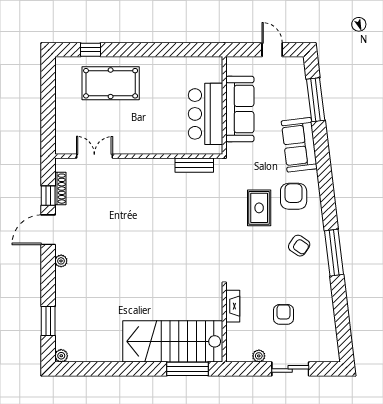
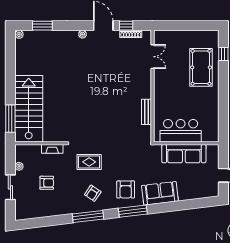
window: (316, 100) -> (133, 211), moved
bench: (194, 165) -> (146, 112), moved
armchair: (294, 196) -> (126, 190), turned 90
rug: (259, 208) -> (89, 162), moved

